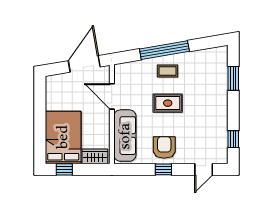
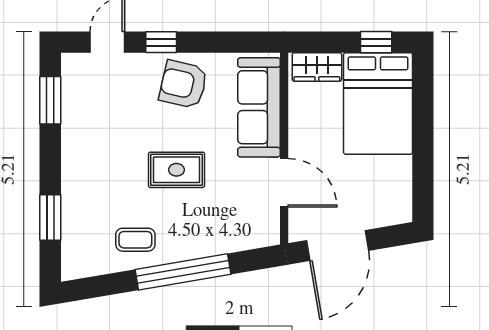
coffee table: (167, 71) -> (135, 240), moved
window: (233, 139) -> (50, 100), width x1.50
armchair: (164, 147) -> (183, 84), turned 103
window: (163, 169) -> (161, 42), moved

